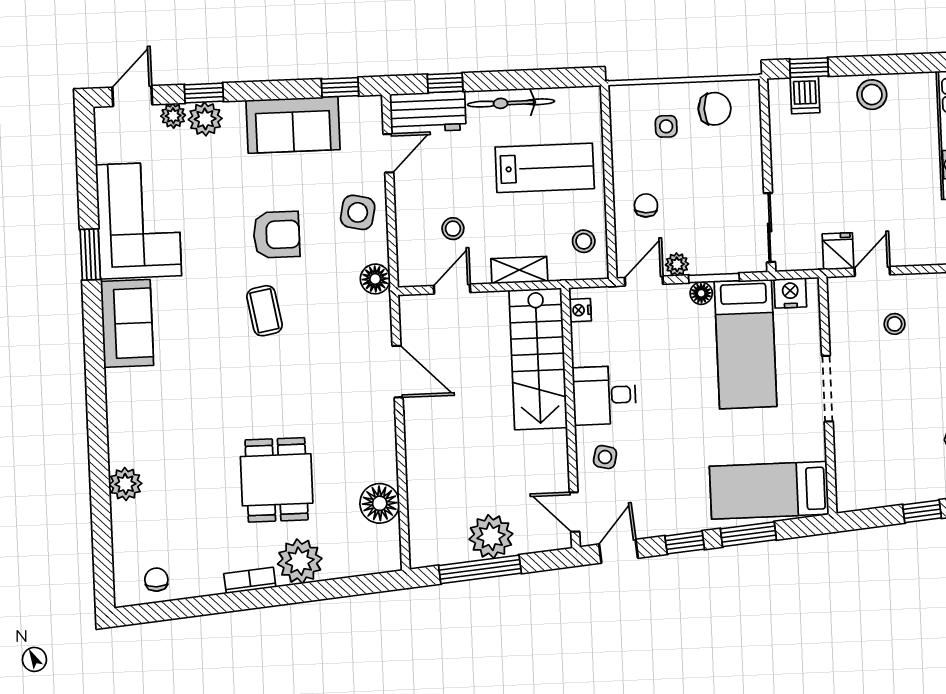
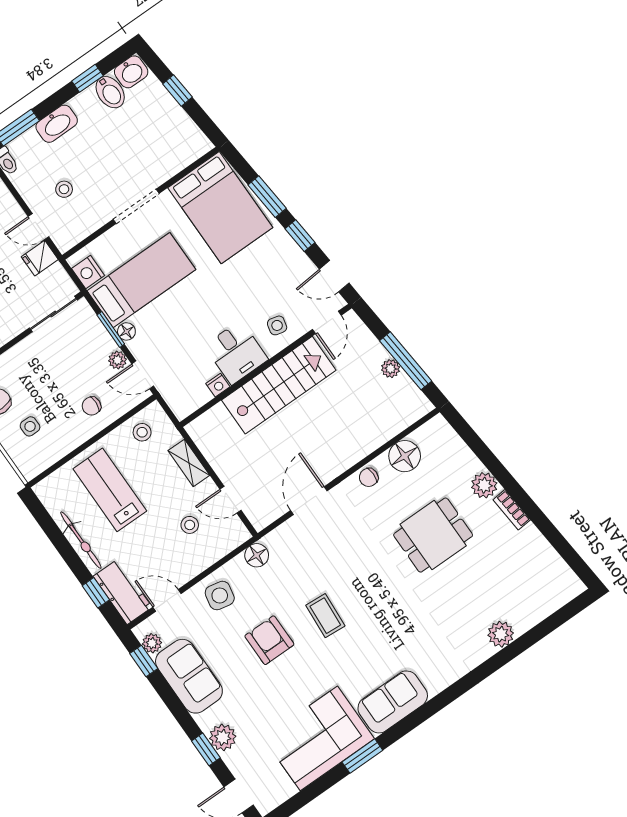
plant: (173, 116) -> (152, 643), moved
nightstand: (580, 310) -> (218, 385), moved
coffee table: (264, 311) -> (325, 616), turned -76
stairs: (538, 359) -> (279, 385), moved
bed: (769, 490) -> (220, 208), width x1.50
plant: (491, 536) -> (391, 369), width x0.53, depth x0.53
plant: (300, 561) -> (484, 485), width x0.73, depth x0.73
chair: (156, 580) -> (369, 477), moved

